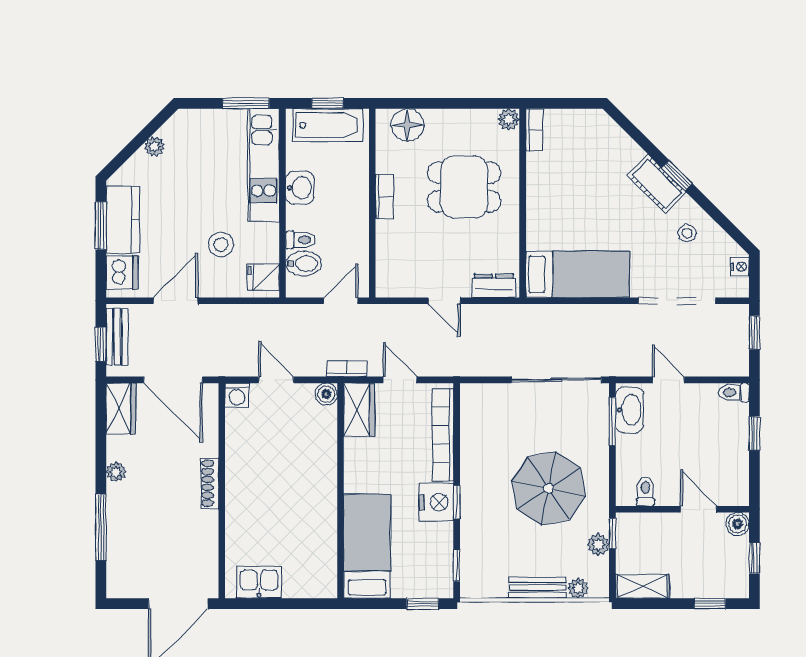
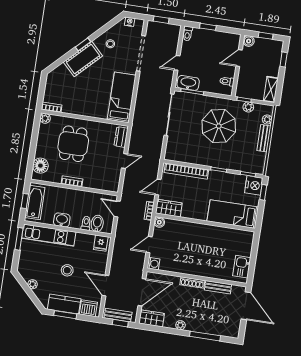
cot: (657, 184) -> (83, 59), width x1.37, depth x1.34
stool: (221, 244) -> (67, 270), moved
nightstand: (436, 502) -> (254, 185), moved, turned 90
bench: (208, 539) -> (218, 287), added

